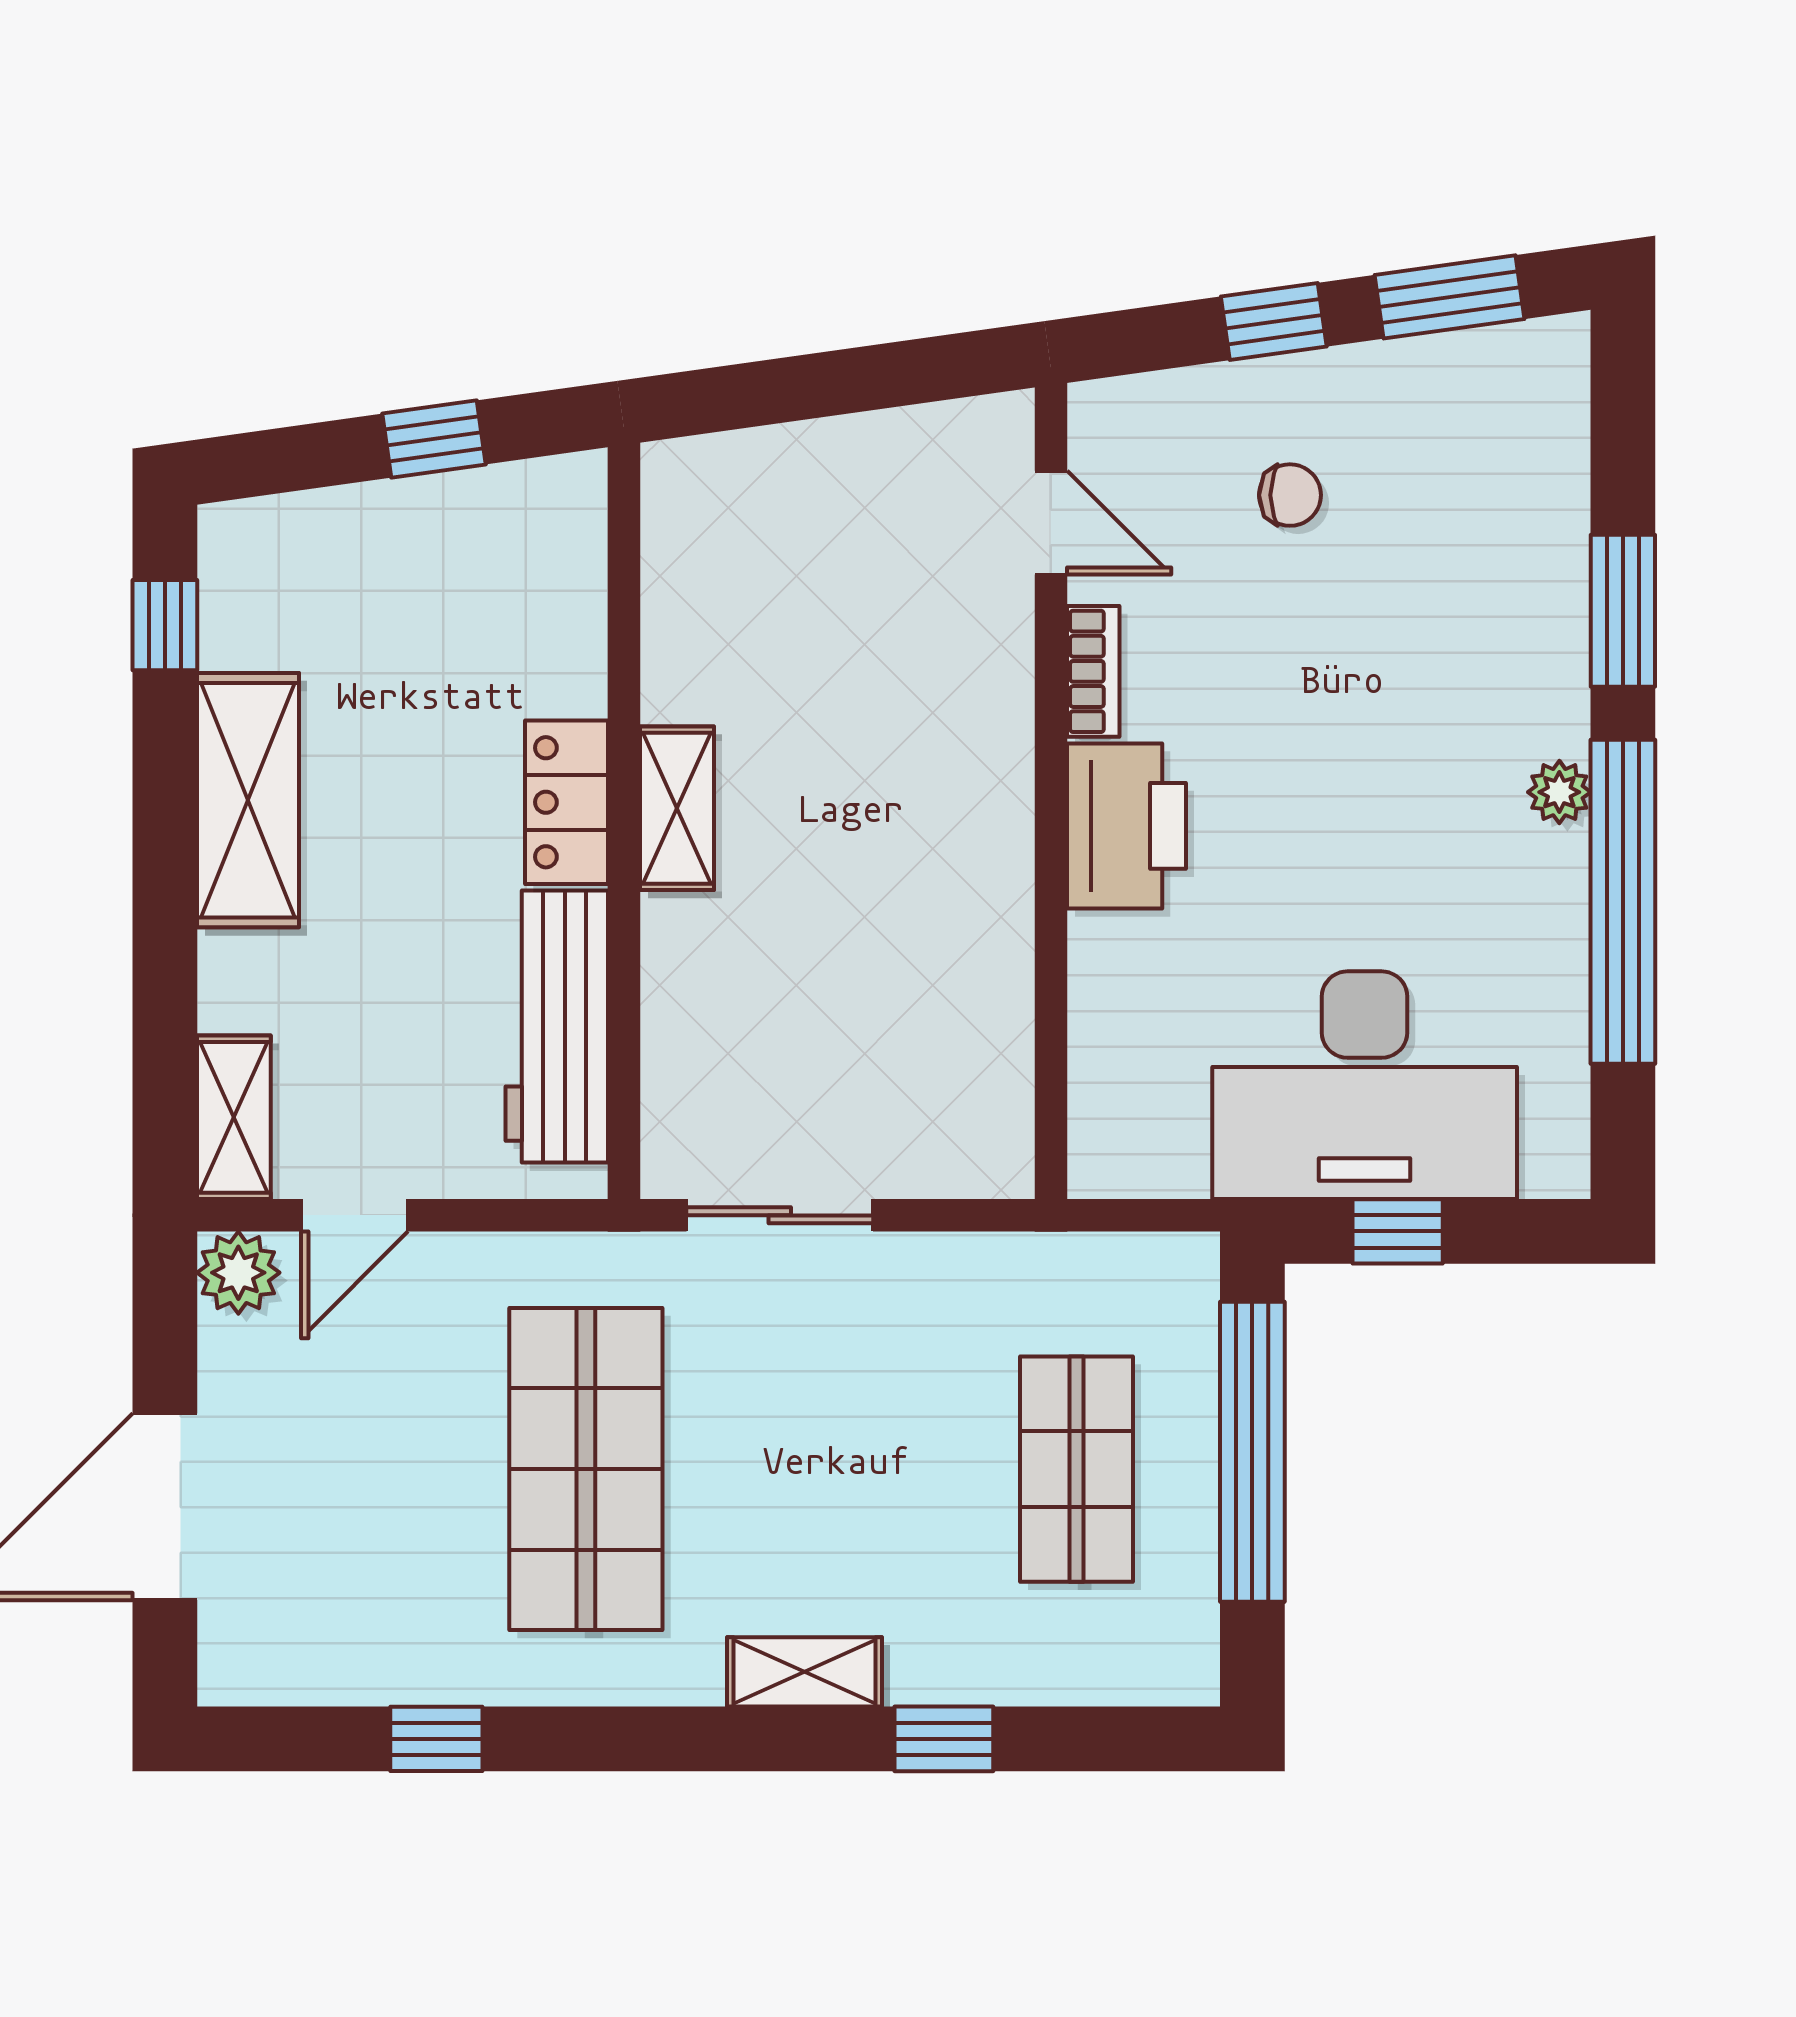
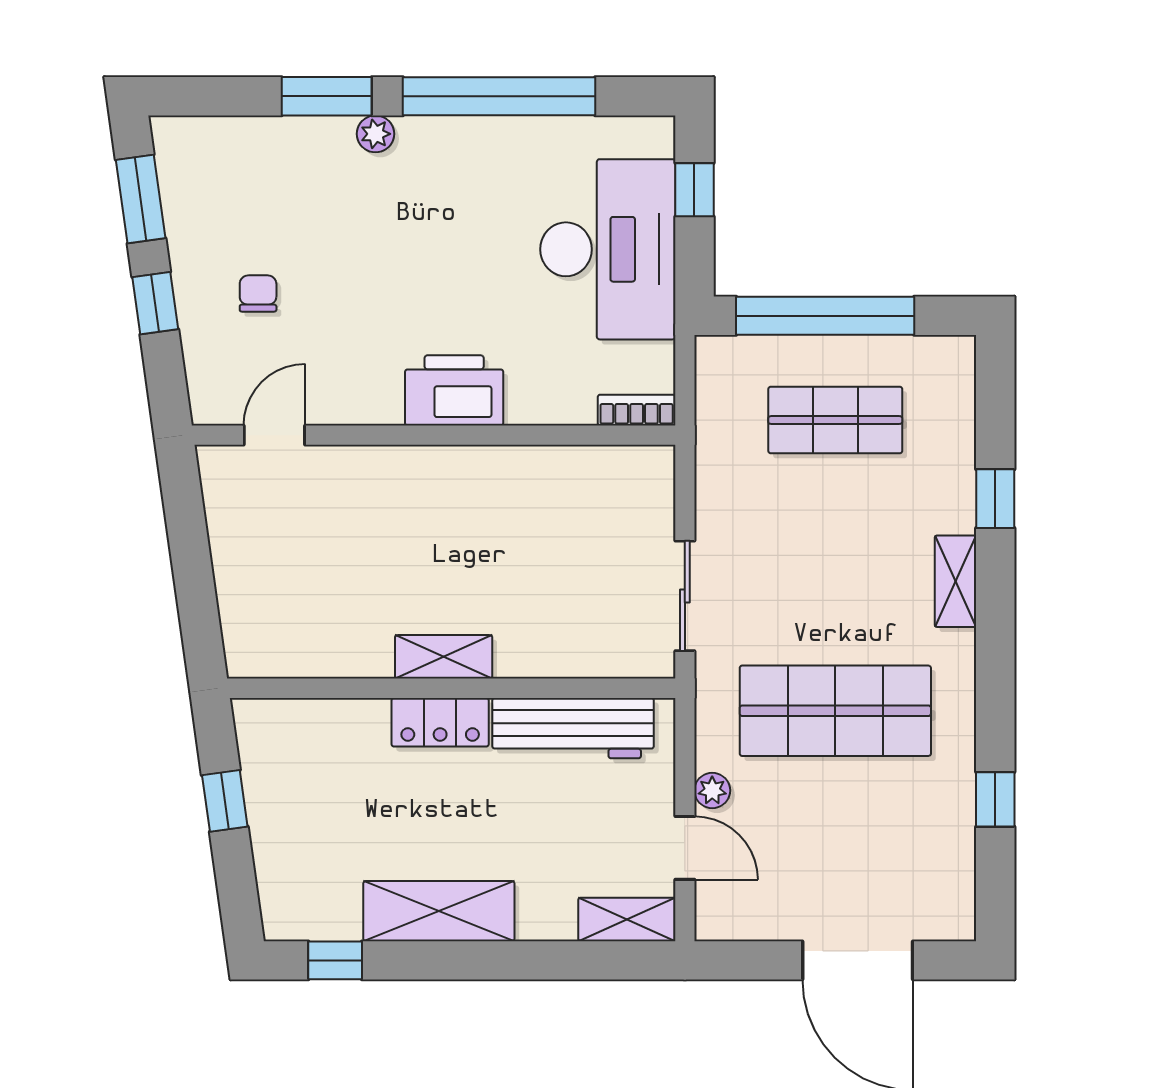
bookcase: (1093, 671) -> (637, 410), moved
plant: (1559, 792) -> (375, 134), moved
window: (1398, 1231) -> (694, 190), moved
plant: (238, 1273) -> (712, 790), moved, width x0.73, depth x0.73

